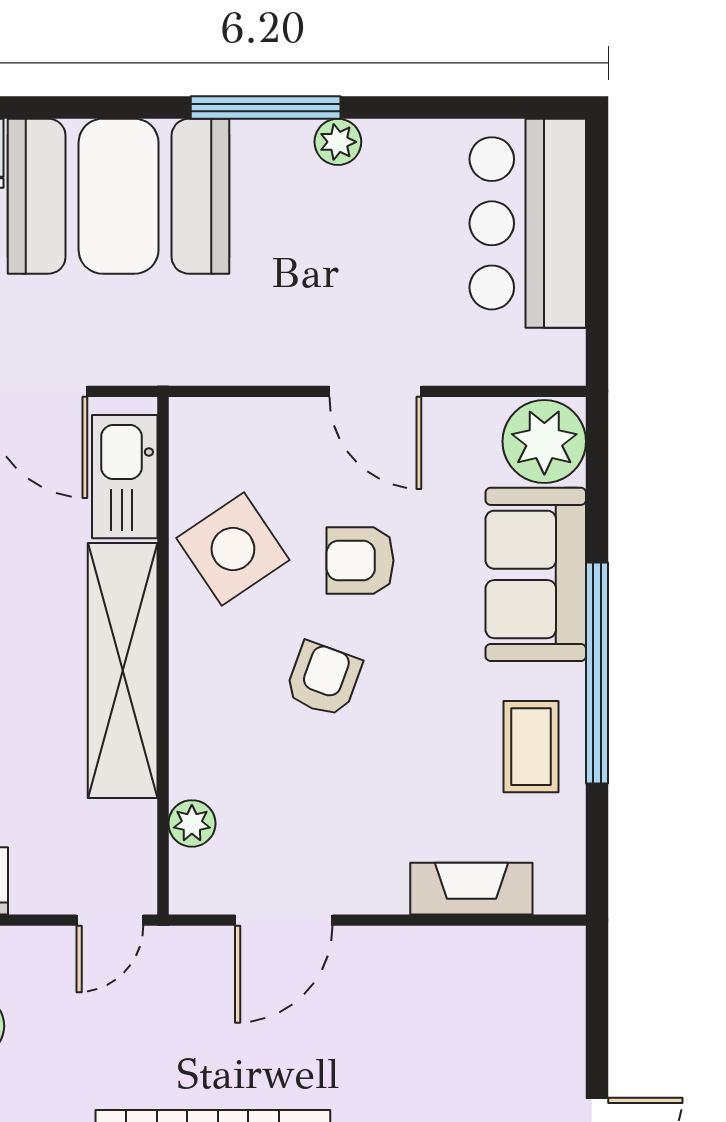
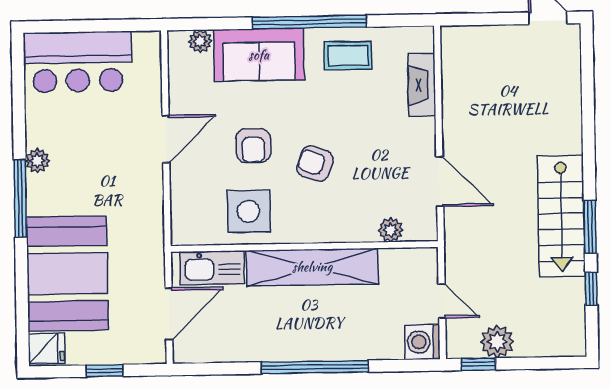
plant: (544, 441) -> (200, 41), width x0.53, depth x0.53
side table: (233, 549) -> (249, 211), turned 34
door: (110, 920) -> (442, 301), moved

